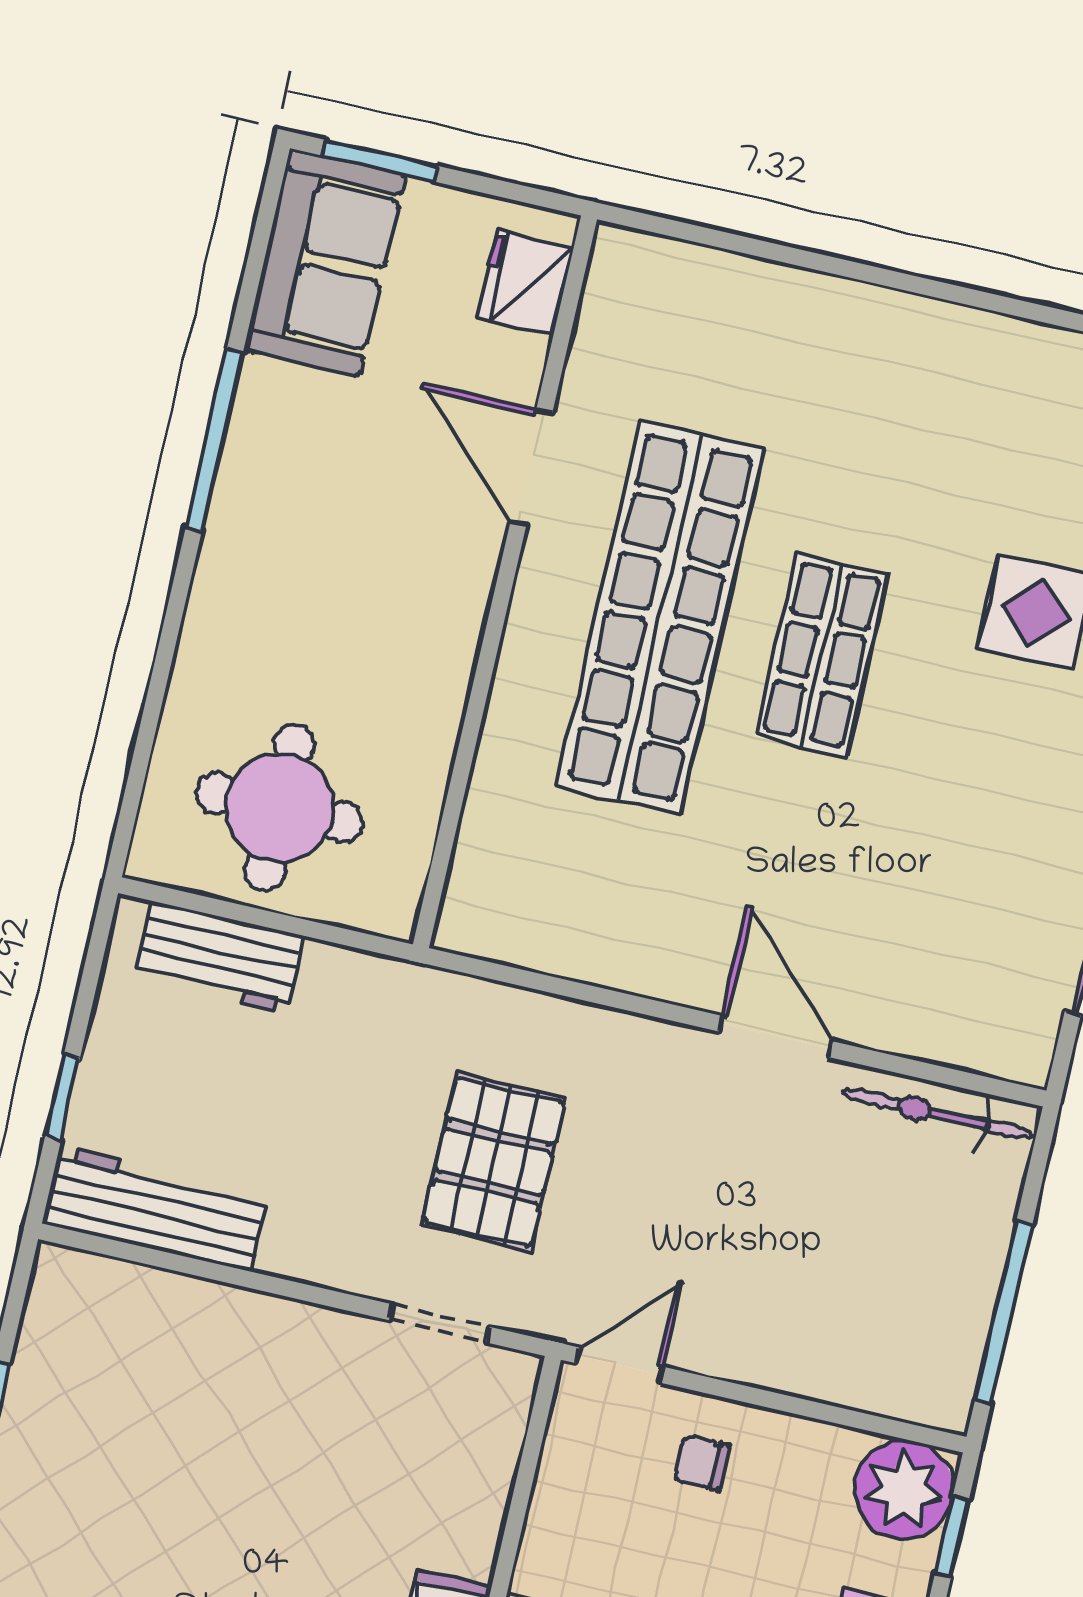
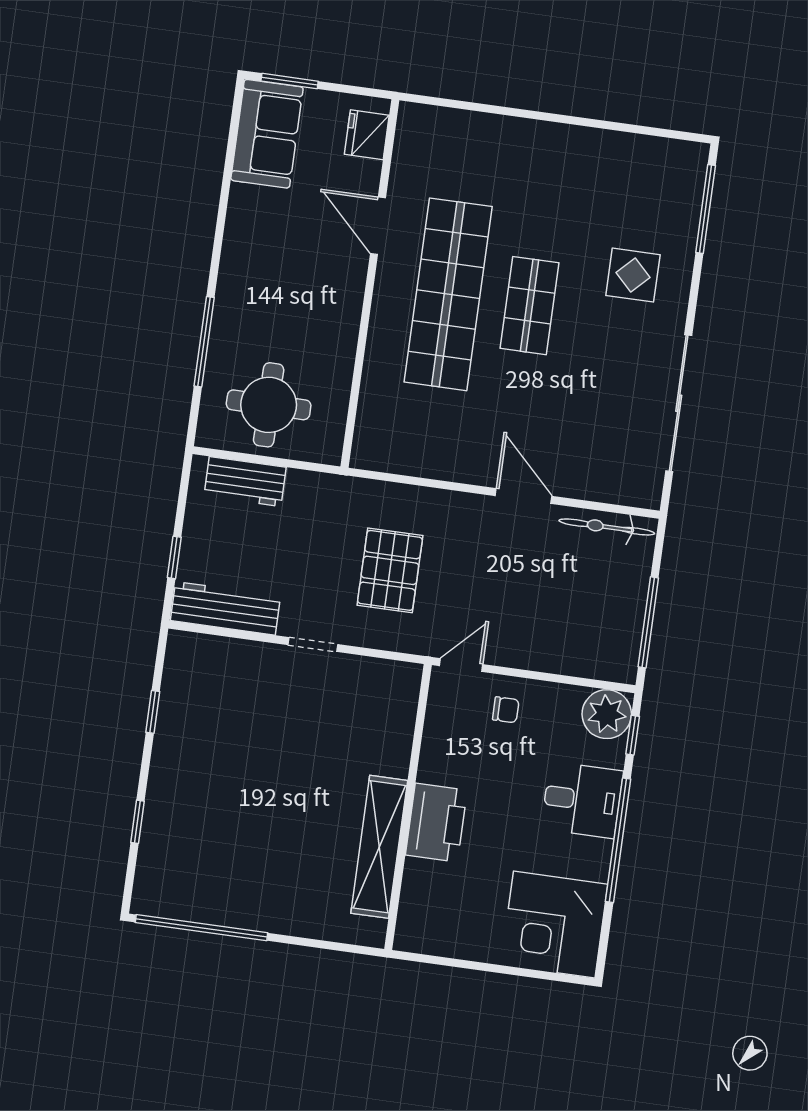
window: (214, 440) -> (204, 342), moved
doorway: (439, 1323) -> (313, 645), moved
chair: (702, 1463) -> (506, 710), turned 180

